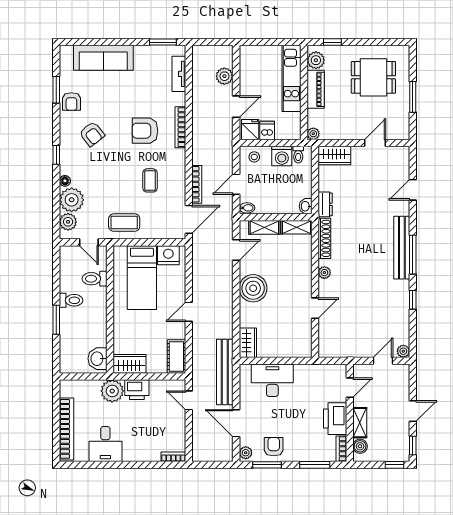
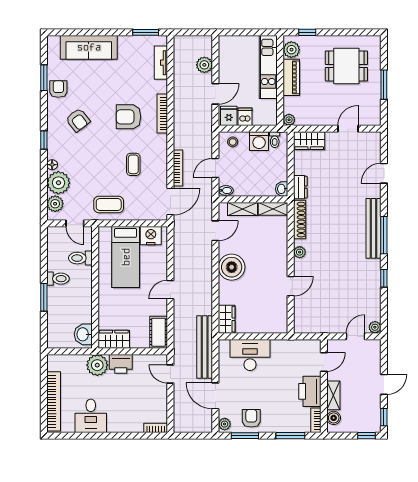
armchair: (71, 101) -> (58, 89), turned 180

